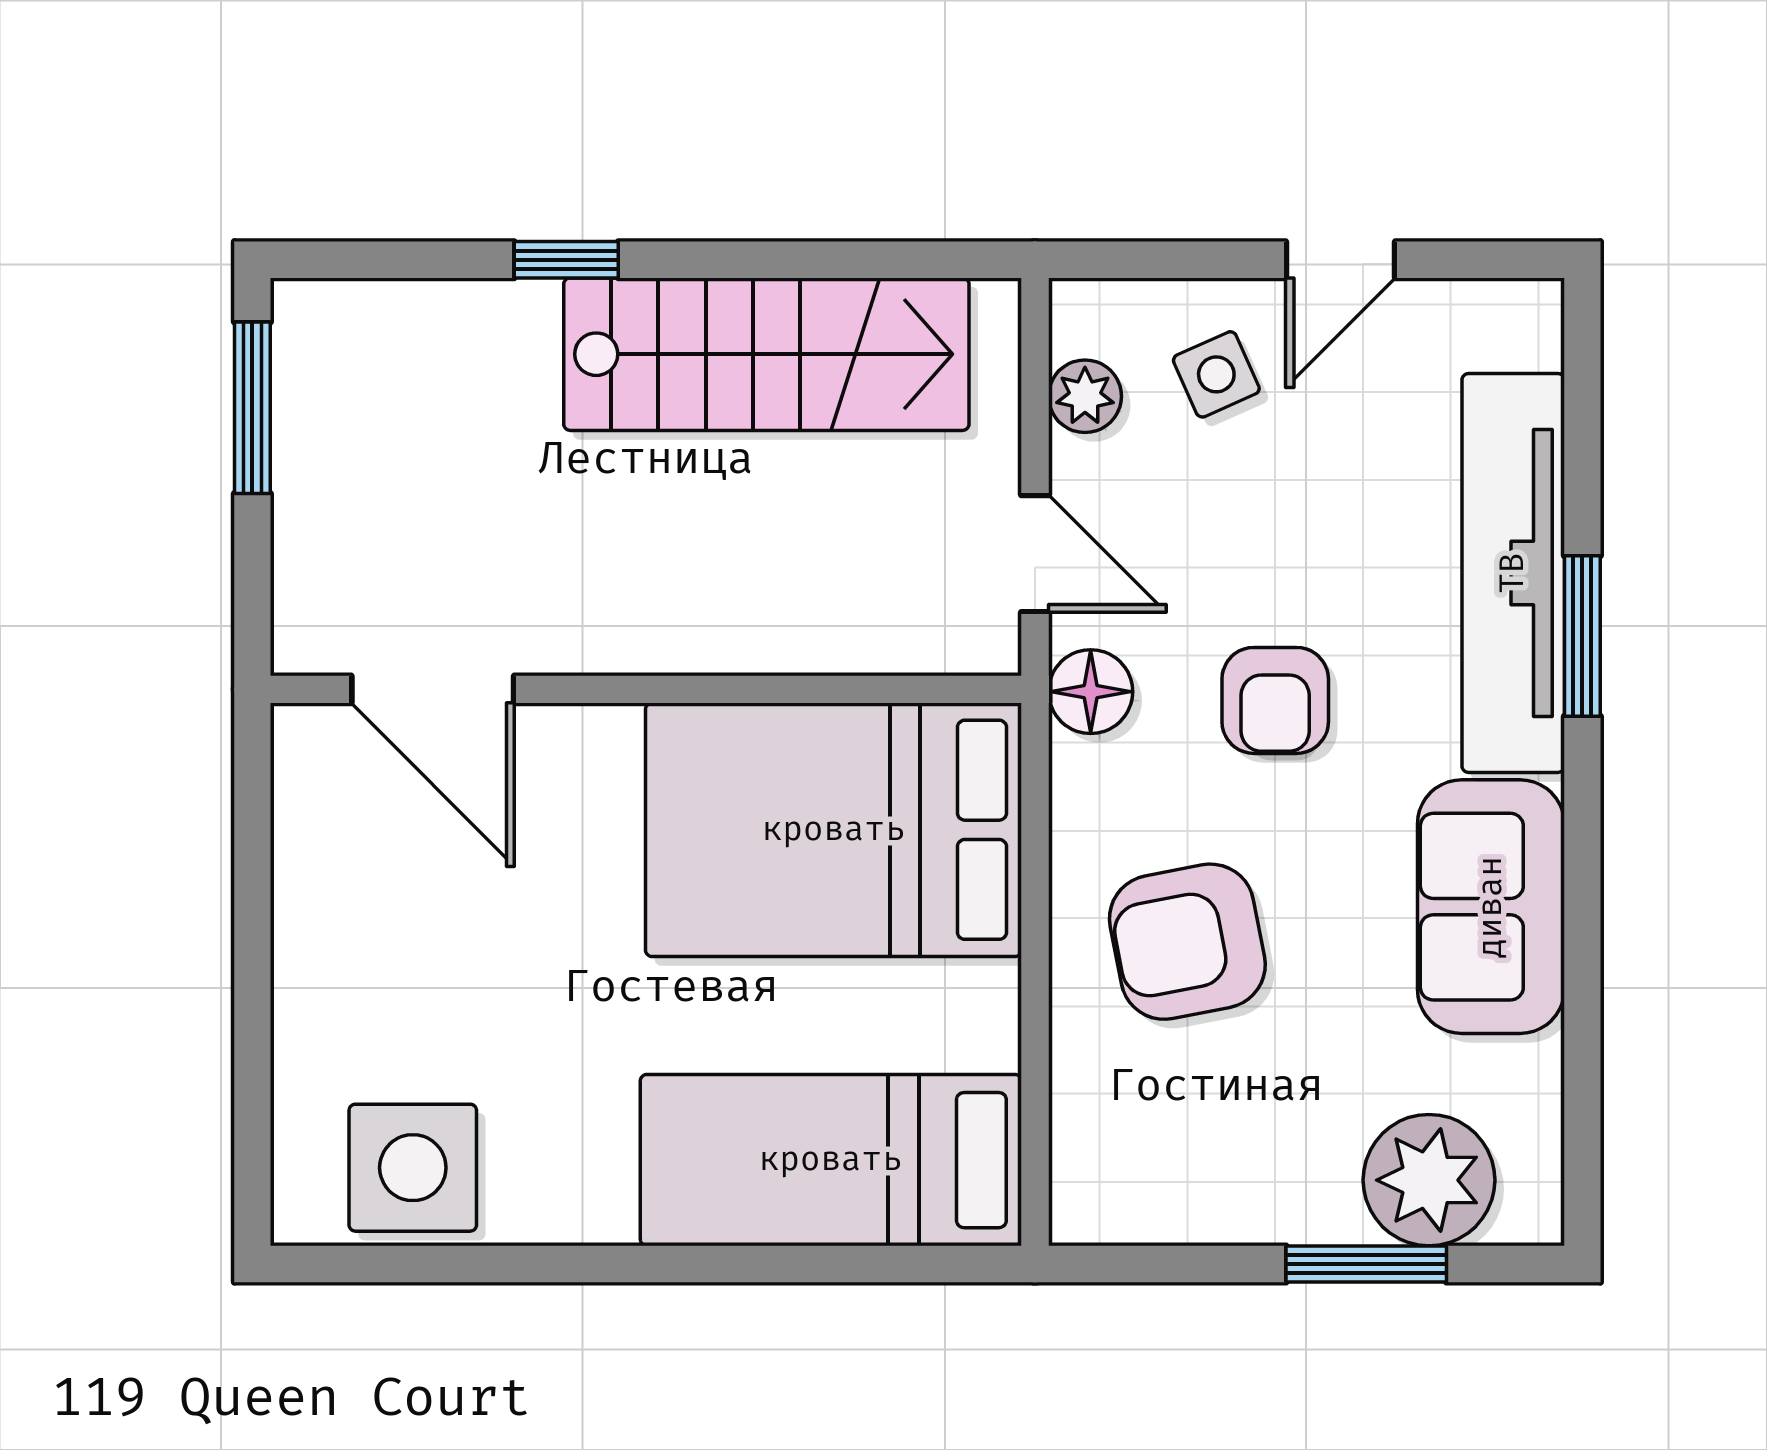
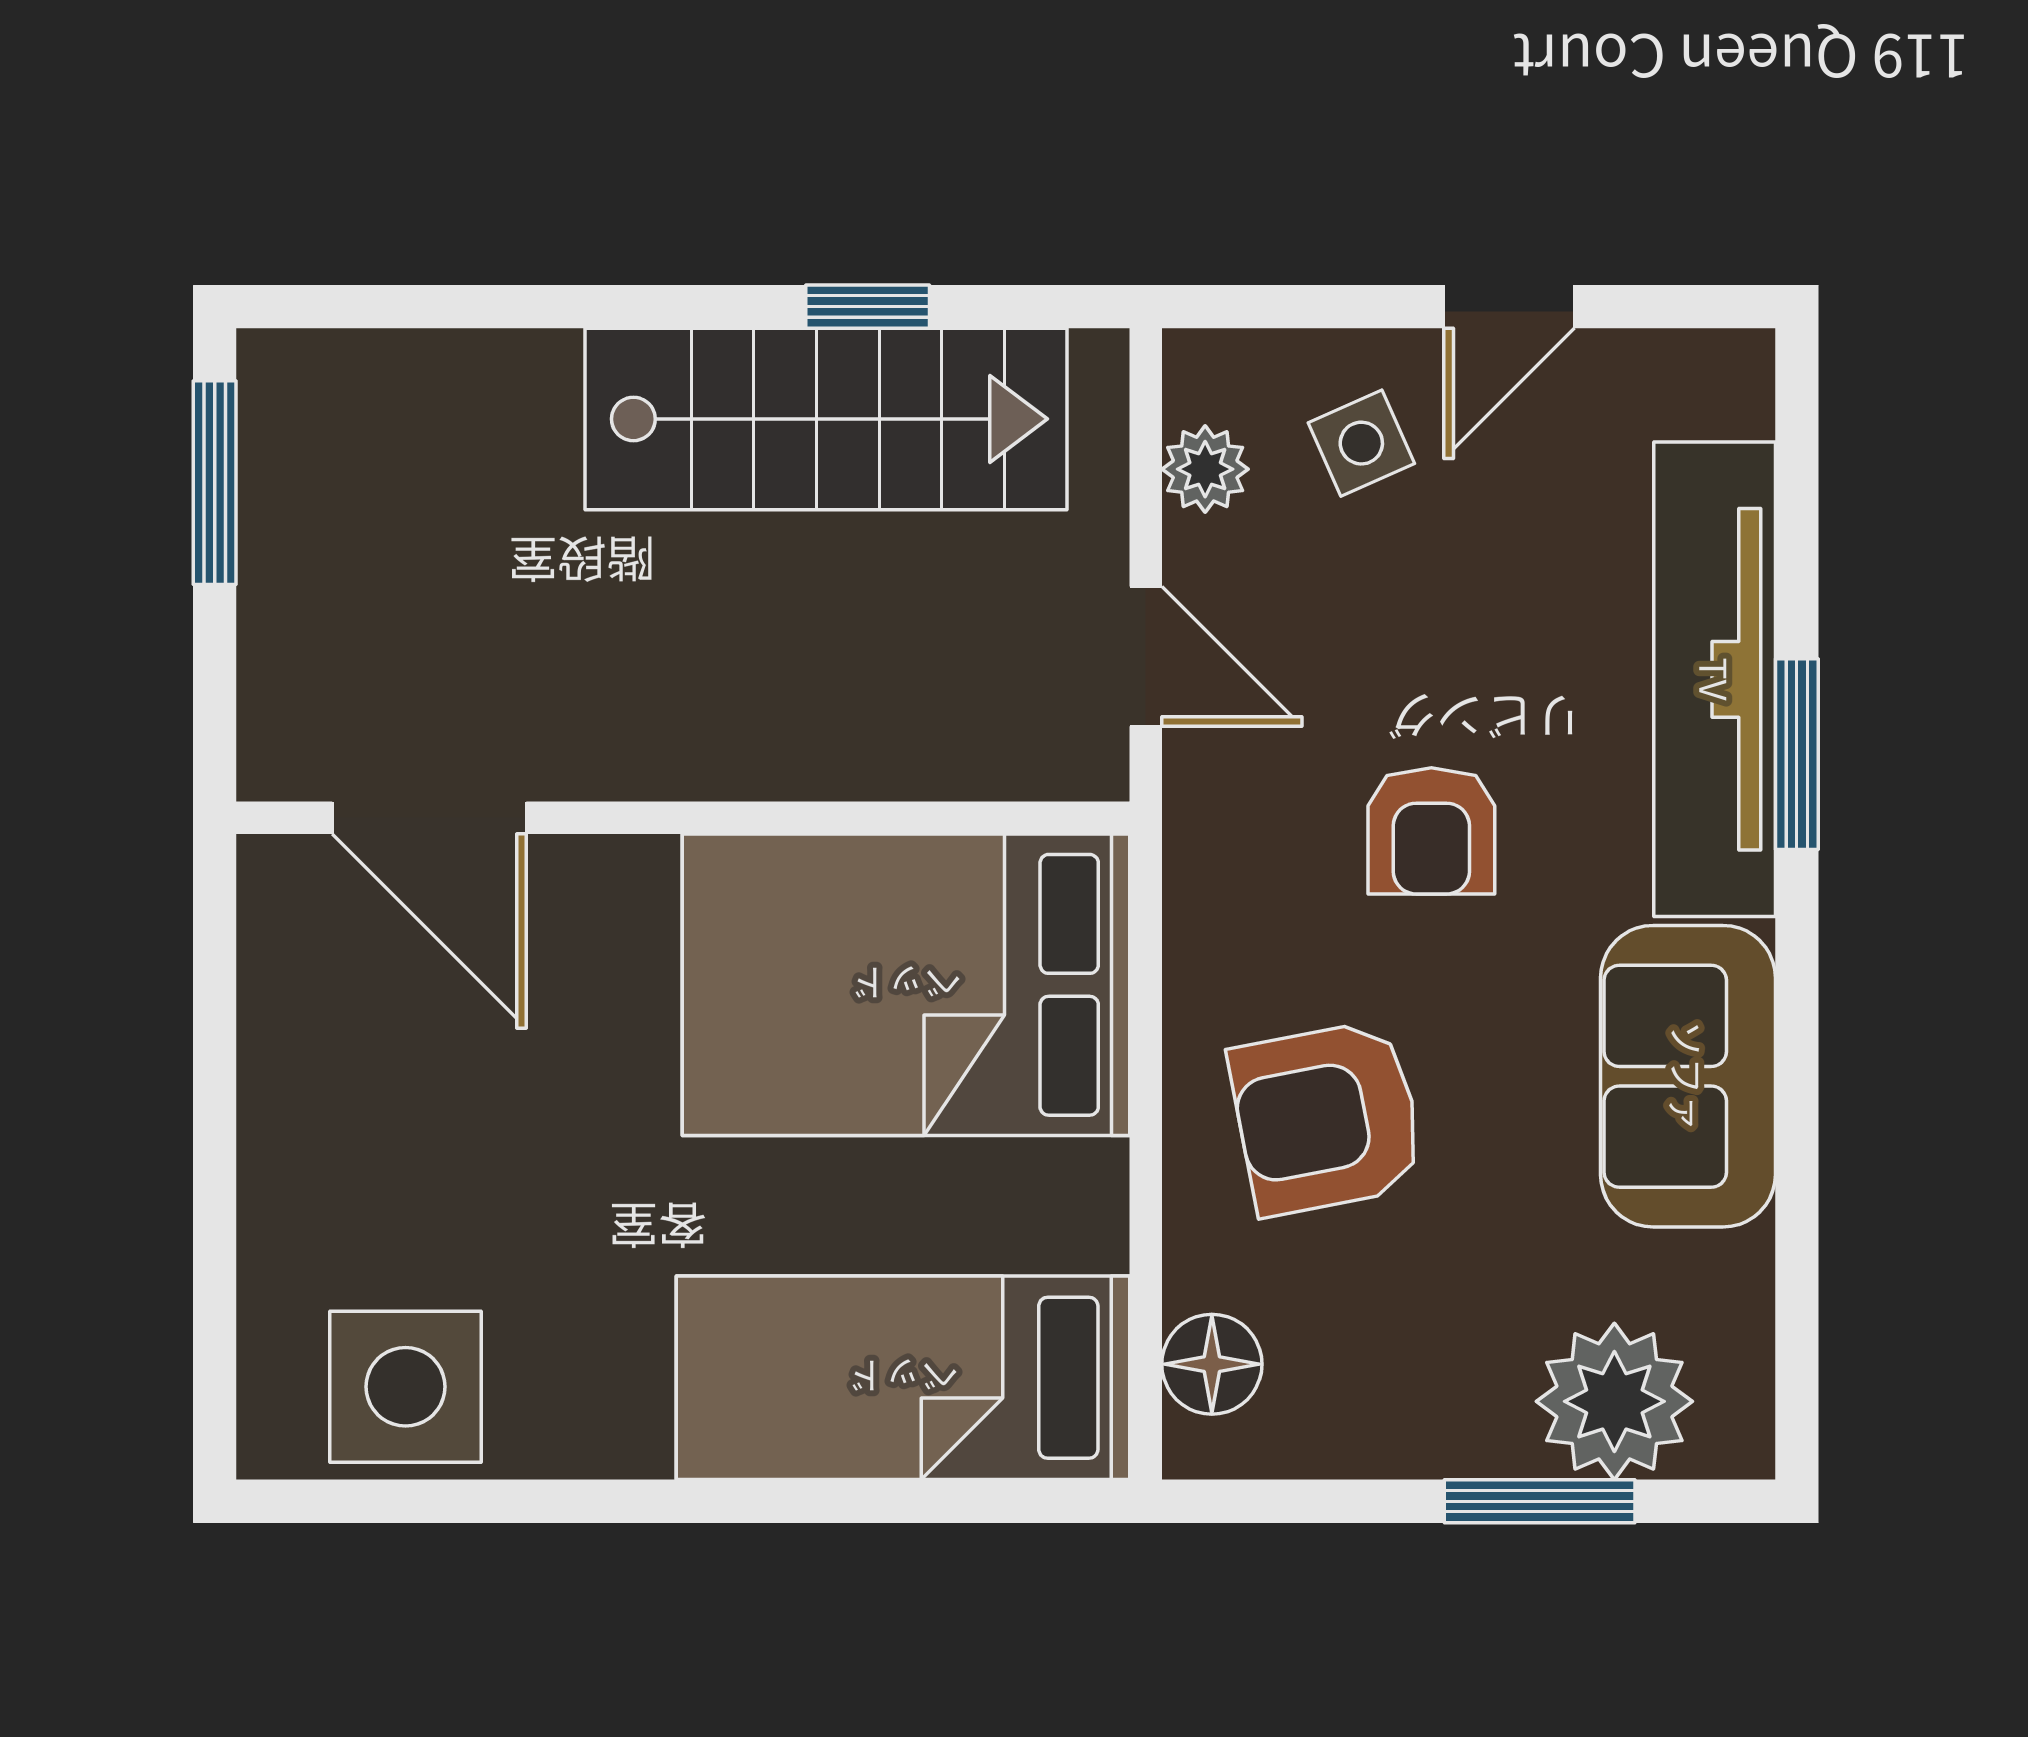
window: (566, 260) -> (868, 307), moved
floor lamp: (1091, 692) -> (1212, 1364), moved

